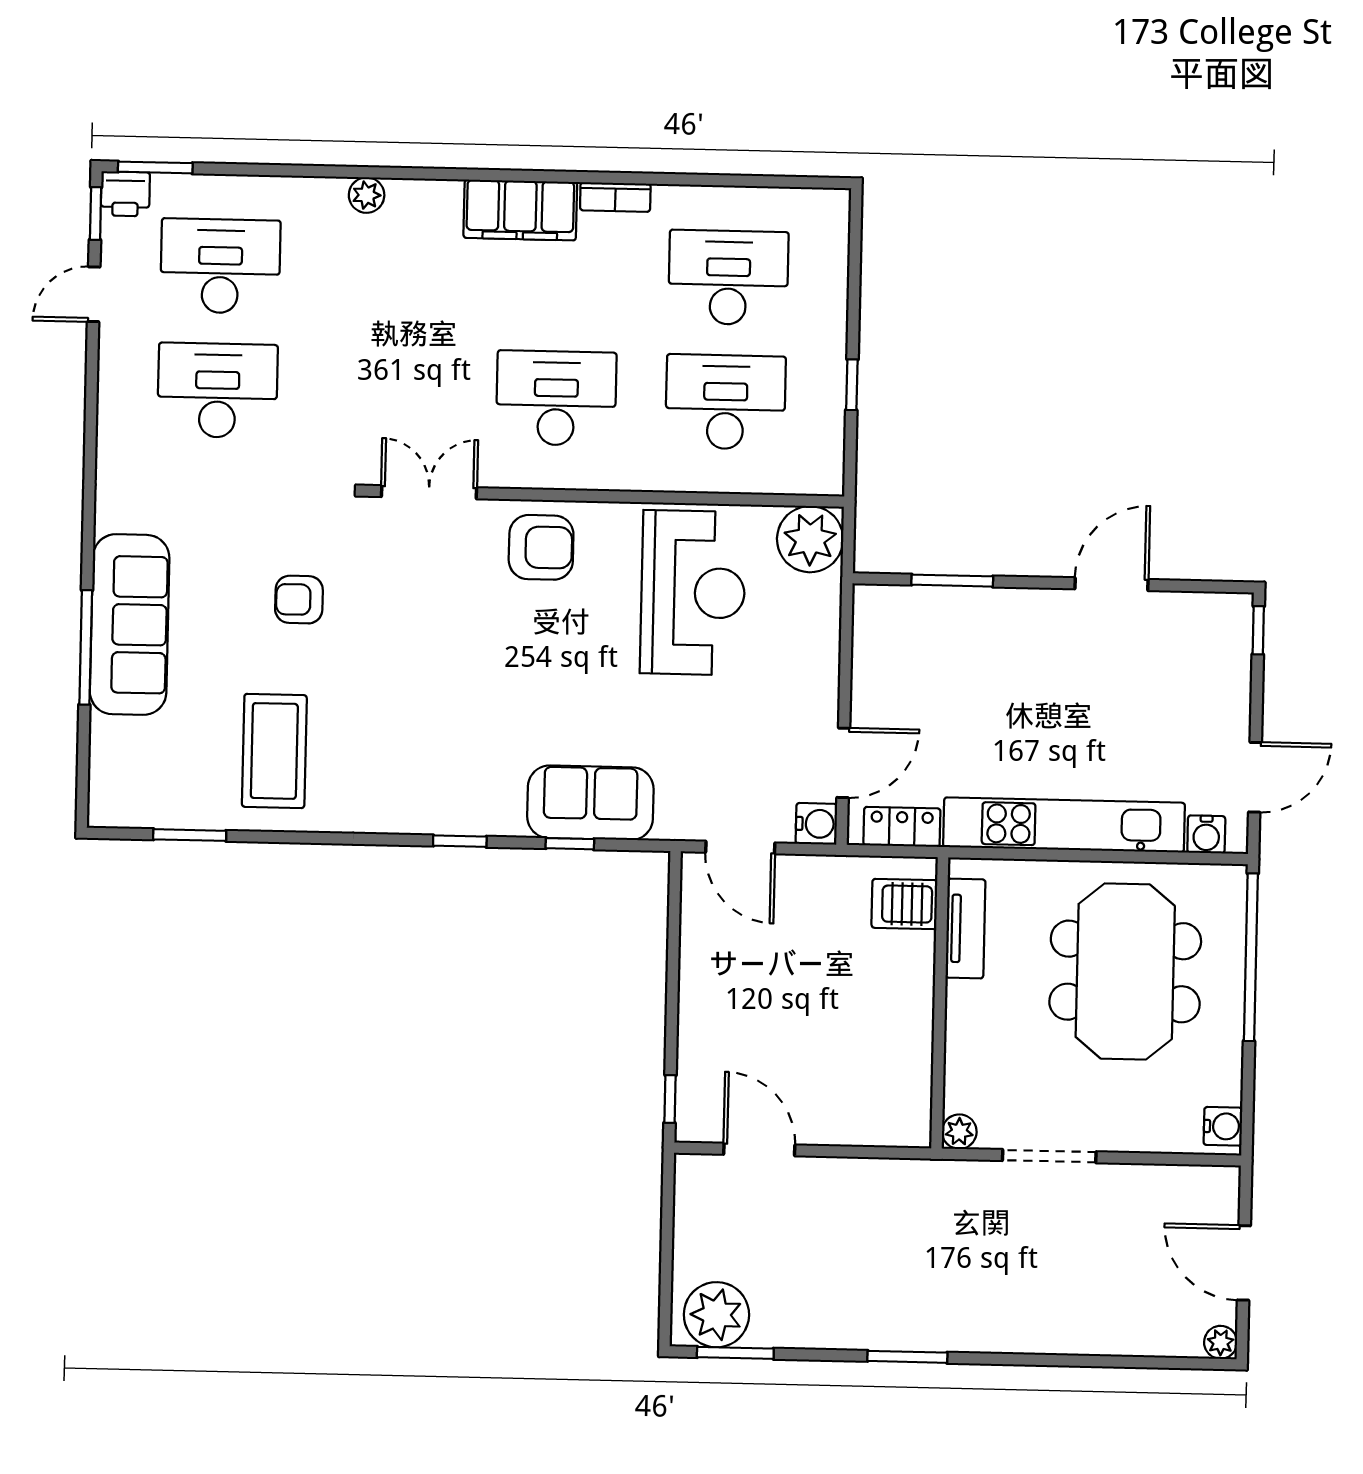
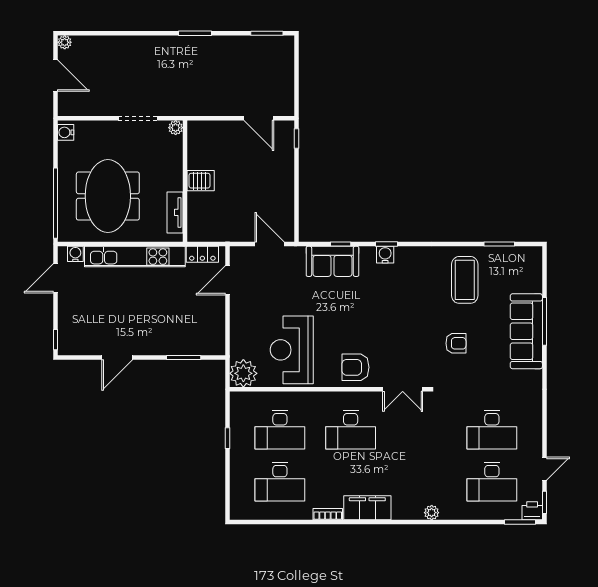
water cooler: (816, 824) -> (385, 255), moved, turned 90
server rack: (904, 904) -> (201, 181), moved
plant: (716, 1315) -> (275, 49), removed

